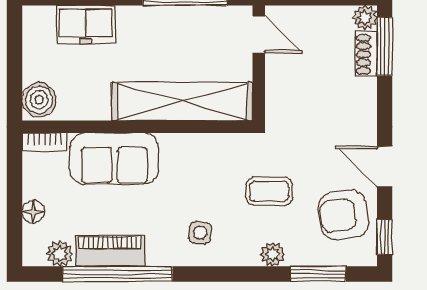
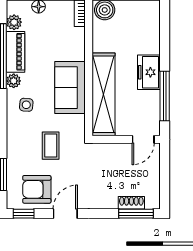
plant: (365, 18) -> (153, 202), removed
freezer: (86, 25) -> (149, 72), moved
sofa: (114, 159) -> (70, 88), moved
armchair: (343, 215) -> (37, 189), turned -81
plant: (273, 254) -> (14, 81), moved

